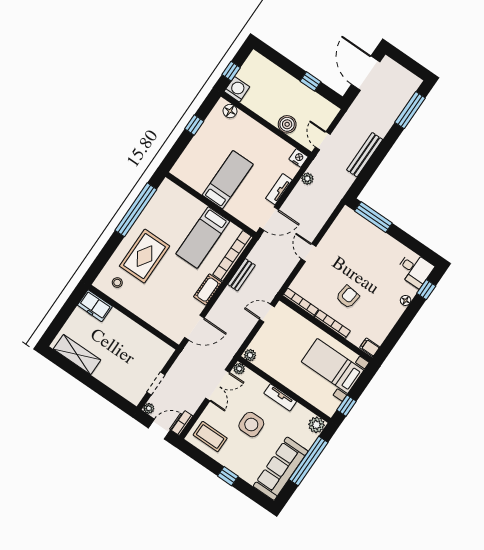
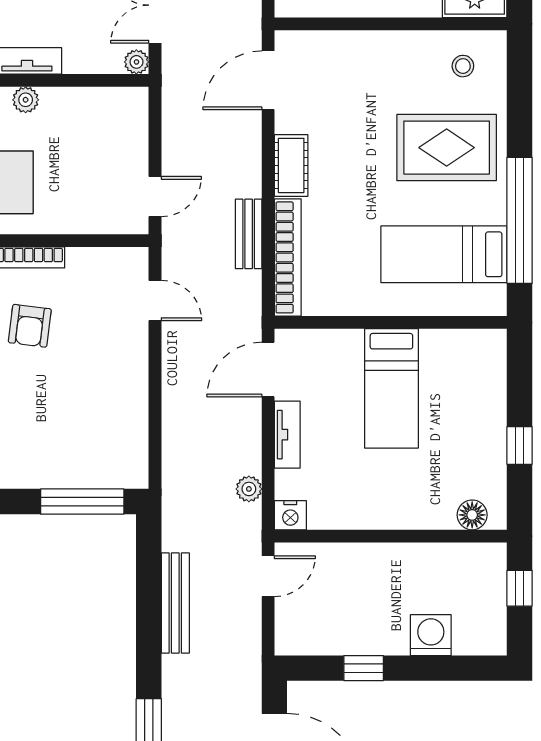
washing machine: (237, 89) -> (431, 635), moved, turned 180
boiler: (287, 124) -> (353, 562), removed
door: (323, 141) -> (268, 576), hinge flipped
bed: (203, 238) -> (444, 254), moved, turned -90
door: (309, 253) -> (155, 300), moved
rug: (145, 256) -> (447, 148), turned 90
bookcase: (301, 302) -> (108, 257), removed
plant: (250, 355) -> (26, 100), moved

